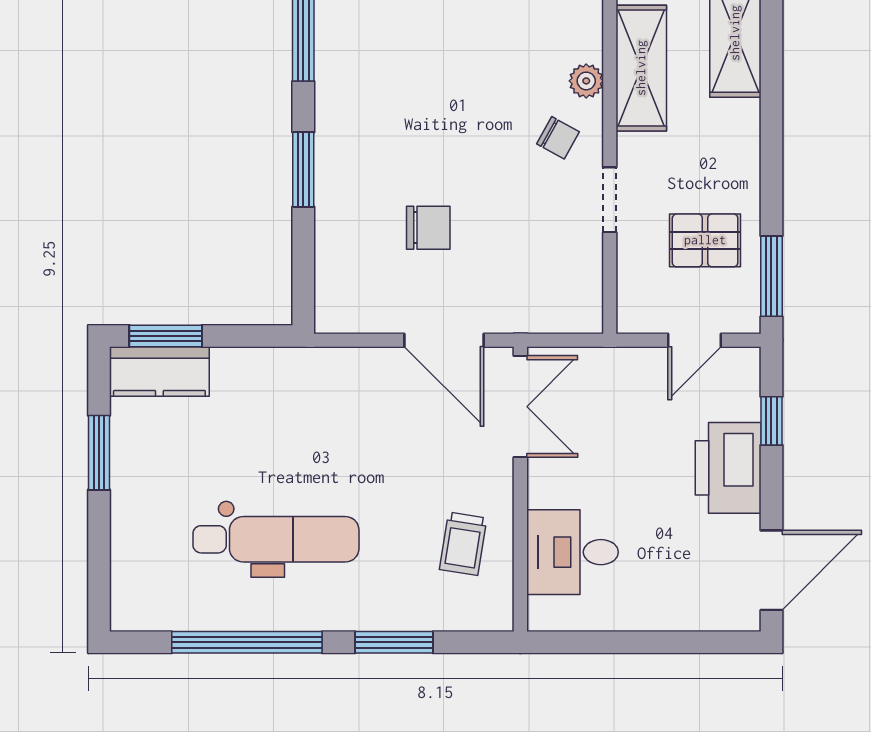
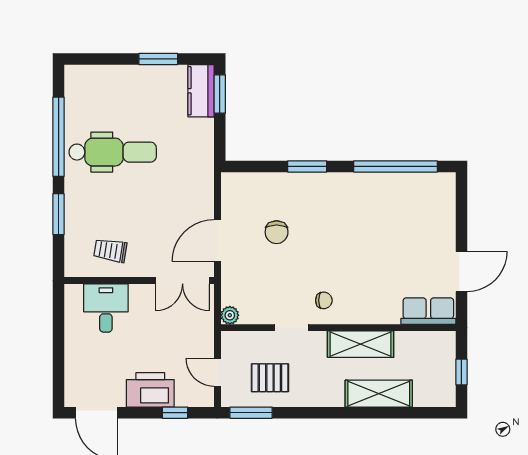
plant: (586, 81) -> (230, 315), moved
chair: (558, 138) -> (324, 300), turned -119
pallet: (705, 240) -> (270, 378), turned 90
dental chair: (276, 539) -> (113, 152), turned -90

